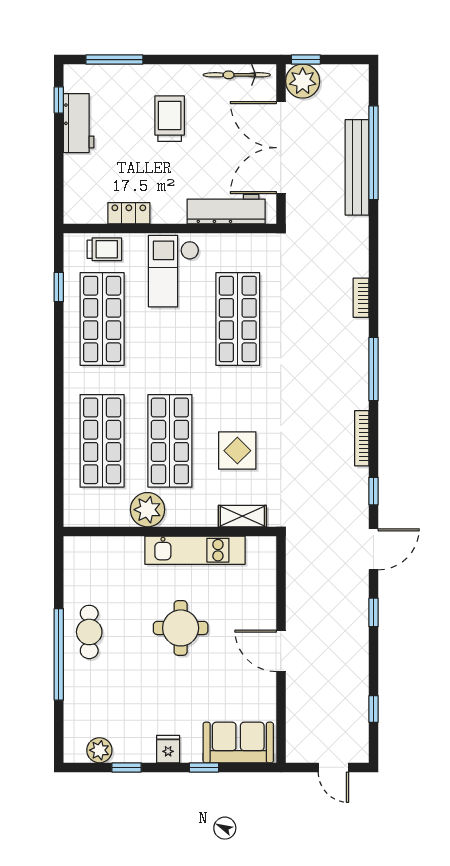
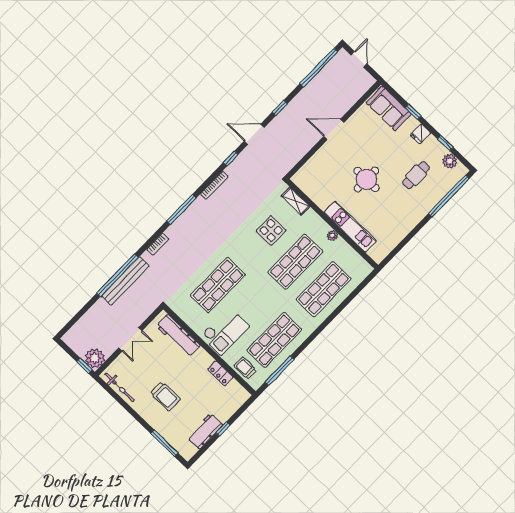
window: (59, 100) -> (223, 429), moved
trolley: (170, 119) -> (165, 396), turned -90
double door: (281, 148) -> (130, 339), width x0.54
window: (374, 153) -> (117, 275), moved
bench: (357, 167) -> (125, 281), moved
window: (59, 287) -> (279, 371), width x2.17
plant: (148, 510) -> (332, 236), width x0.53, depth x0.53
kitchen unit: (195, 550) -> (350, 227), moved
cafe table: (89, 632) -> (416, 175), moved
door: (281, 651) -> (334, 129), swing flipped
window: (59, 654) -> (449, 196), moved
window: (374, 709) -> (319, 68), width x3.17

